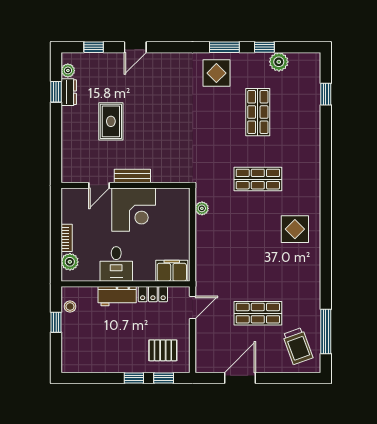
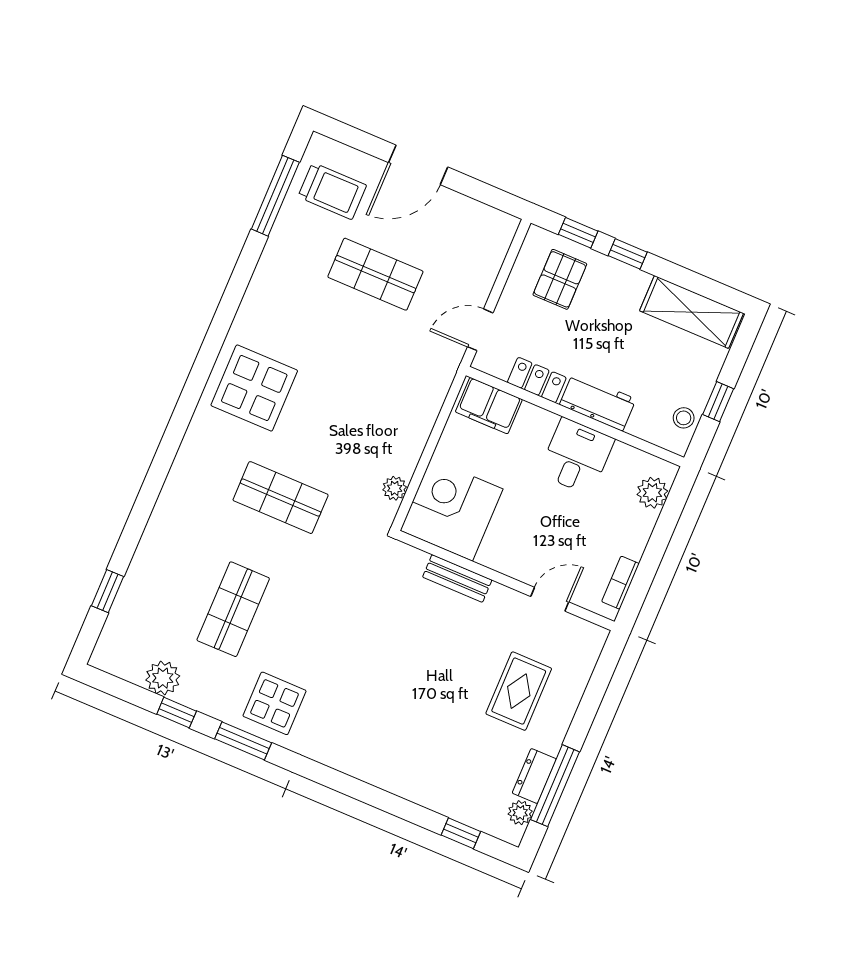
door: (135, 47) -> (392, 804), removed
window: (56, 92) -> (555, 786), width x2.17
rug: (111, 121) -> (519, 691), moved
bench: (132, 176) -> (457, 578), moved
corner desk: (134, 210) -> (452, 510), moved
display table: (295, 229) -> (254, 388), width x1.36, depth x1.36
bookcase: (67, 238) -> (620, 583), moved
trolley: (298, 346) -> (332, 191), turned 110
pallet: (163, 350) -> (560, 279), turned 90
shelving: (89, 362) -> (692, 312), added
door: (240, 378) -> (418, 165), moved

